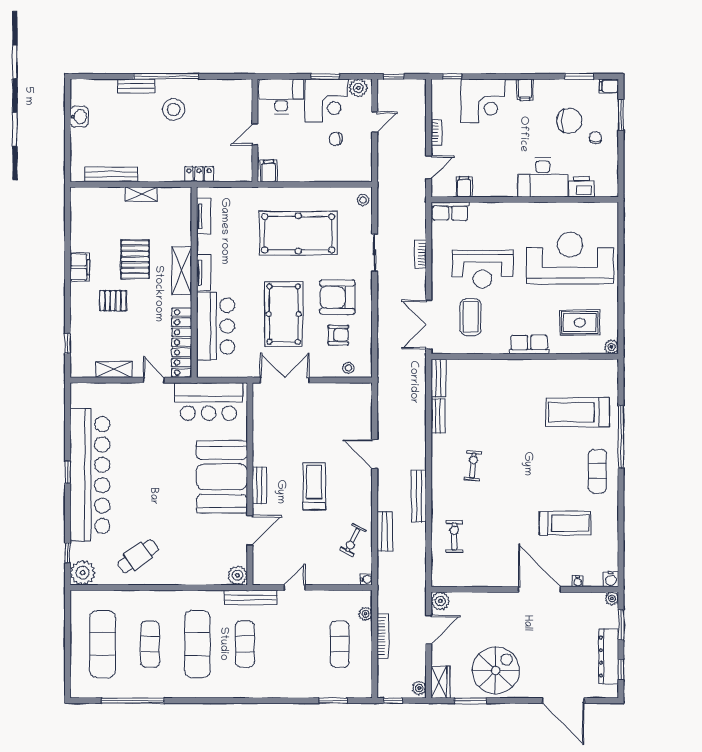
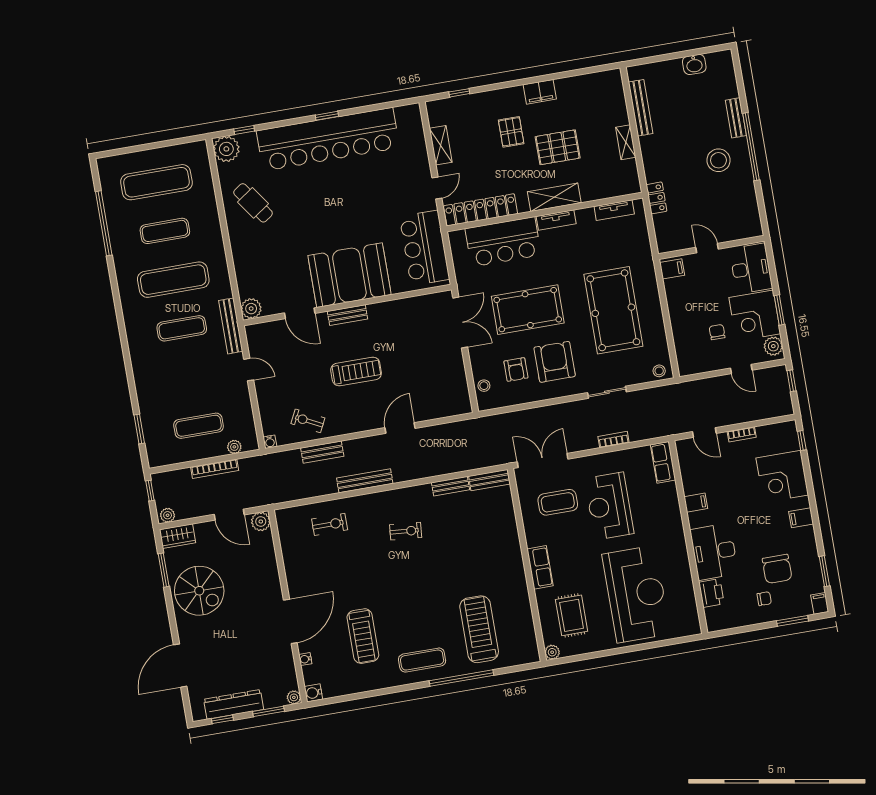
filing cabinet: (464, 187) -> (696, 503), moved

